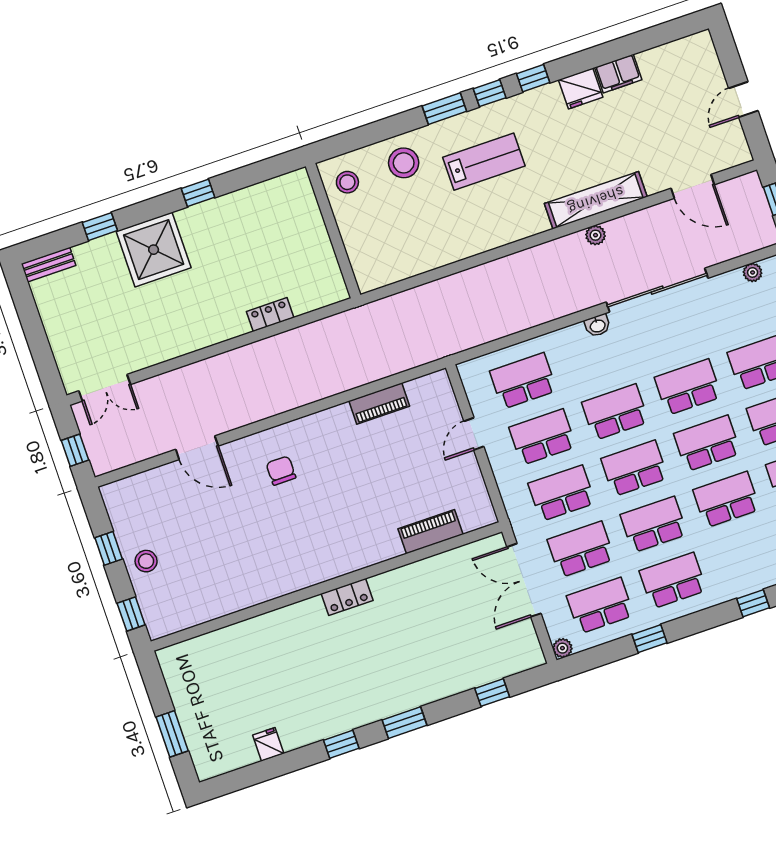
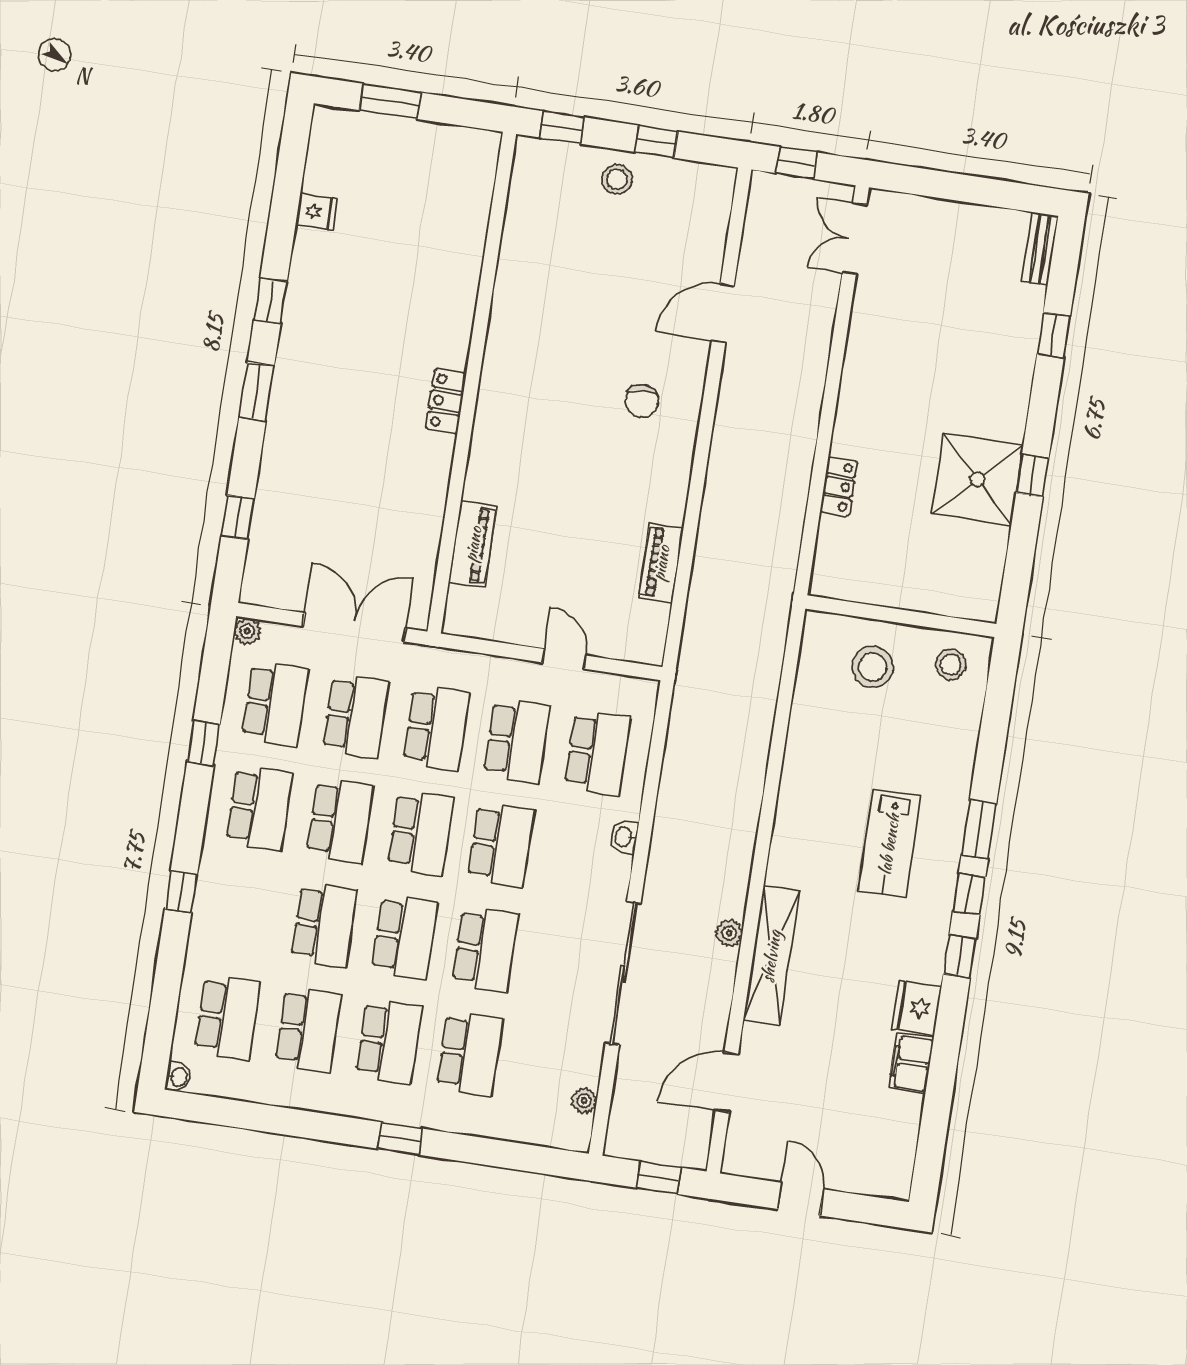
stool: (404, 163) -> (873, 667), moved
shower: (154, 250) -> (977, 479), moved
washbasin: (597, 325) -> (624, 837), moved
chair: (281, 471) -> (642, 401), turned 90

